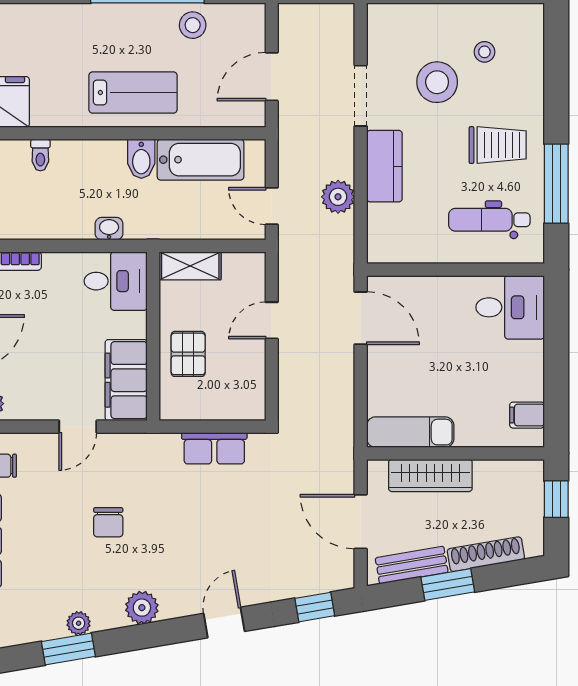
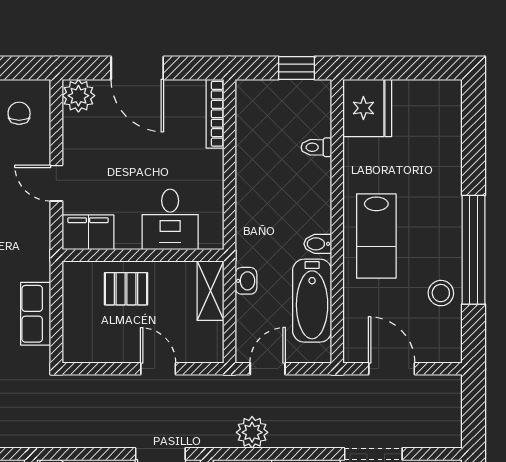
bidet: (141, 159) -> (318, 244), width x0.72, depth x0.74
plant: (338, 197) -> (252, 432), moved
washbasin: (109, 229) -> (246, 281), moved
desk: (116, 281) -> (170, 219), moved
filing cabinet: (126, 380) -> (88, 232), width x0.67, depth x0.86

